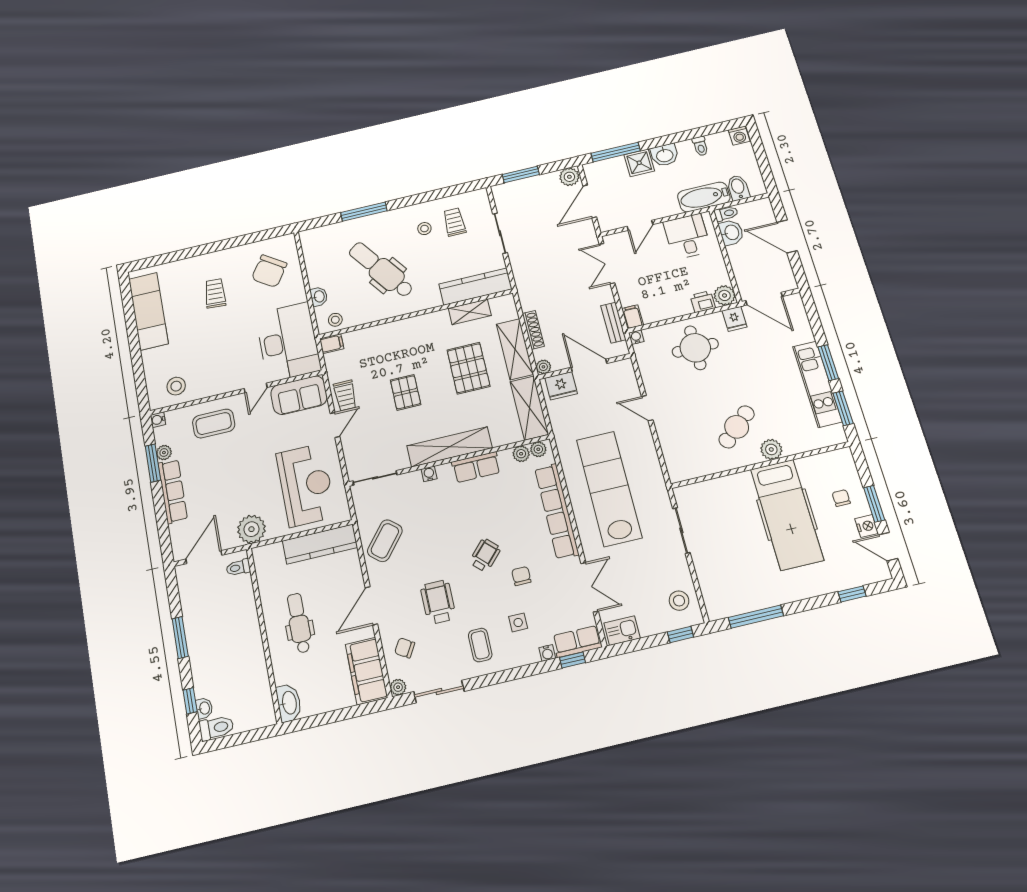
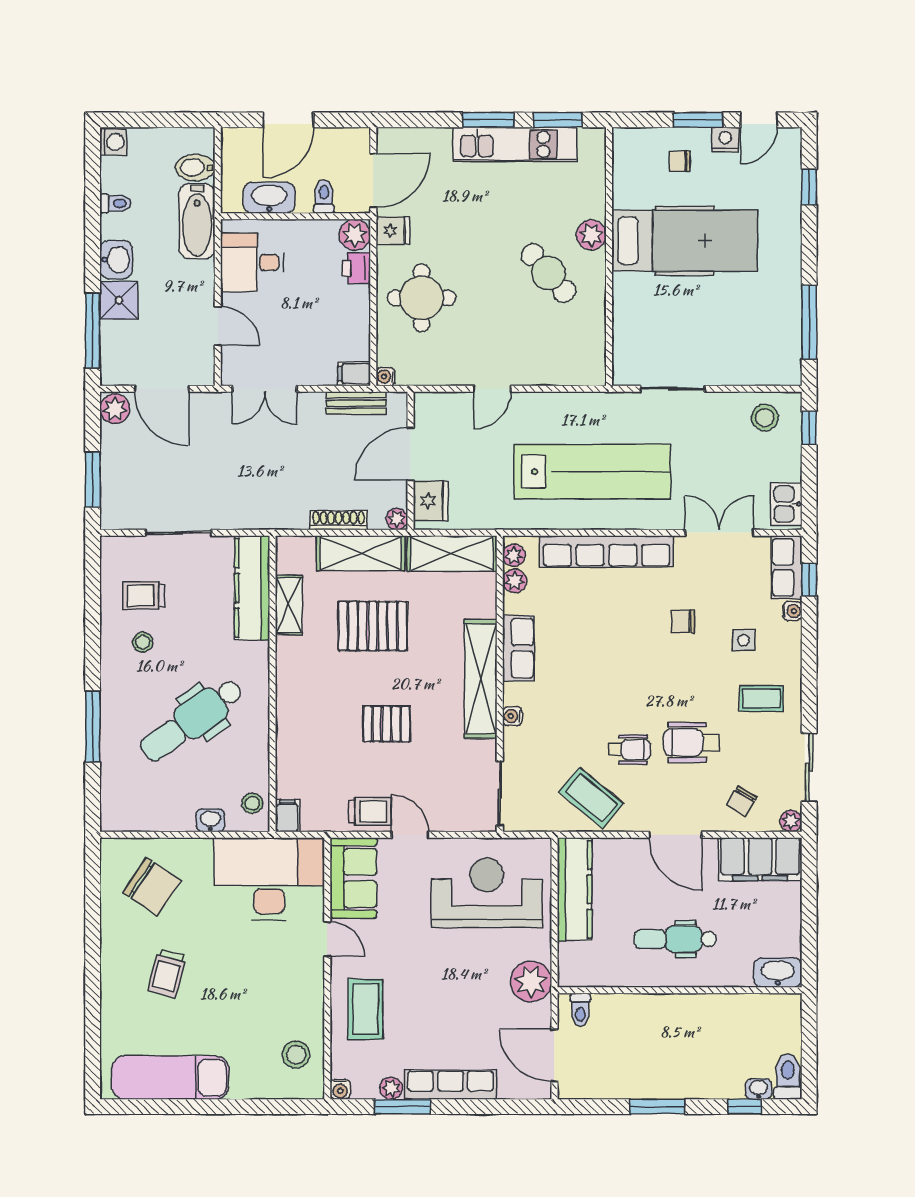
toilet: (726, 214) -> (324, 197), moved
washbasin: (731, 233) -> (269, 198), width x1.38
trolley: (215, 293) -> (167, 973), turned -79
lab bench: (609, 489) -> (592, 472), turned 180
wheelchair: (485, 555) -> (630, 749), moved, turned 136

